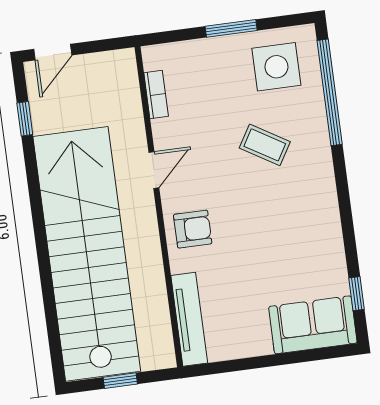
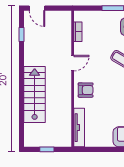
door: (53, 52) -> (37, 8), hinge flipped
stairs: (87, 254) -> (35, 94), width x0.54, depth x0.66

